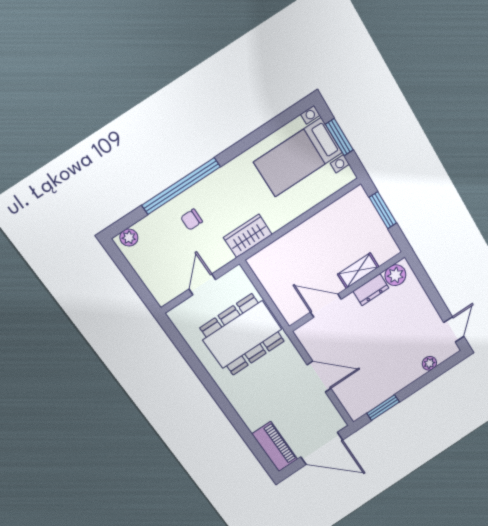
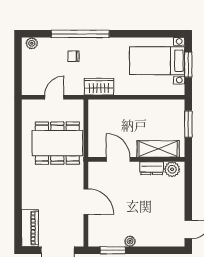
shelving: (358, 271) -> (158, 149), width x1.50, depth x1.33
plant: (429, 363) -> (130, 241), moved

